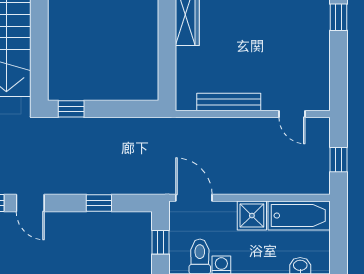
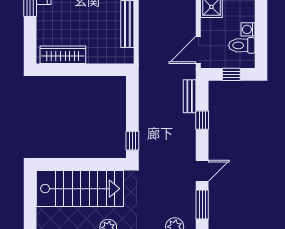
bench: (131, 186) -> (190, 96), added

